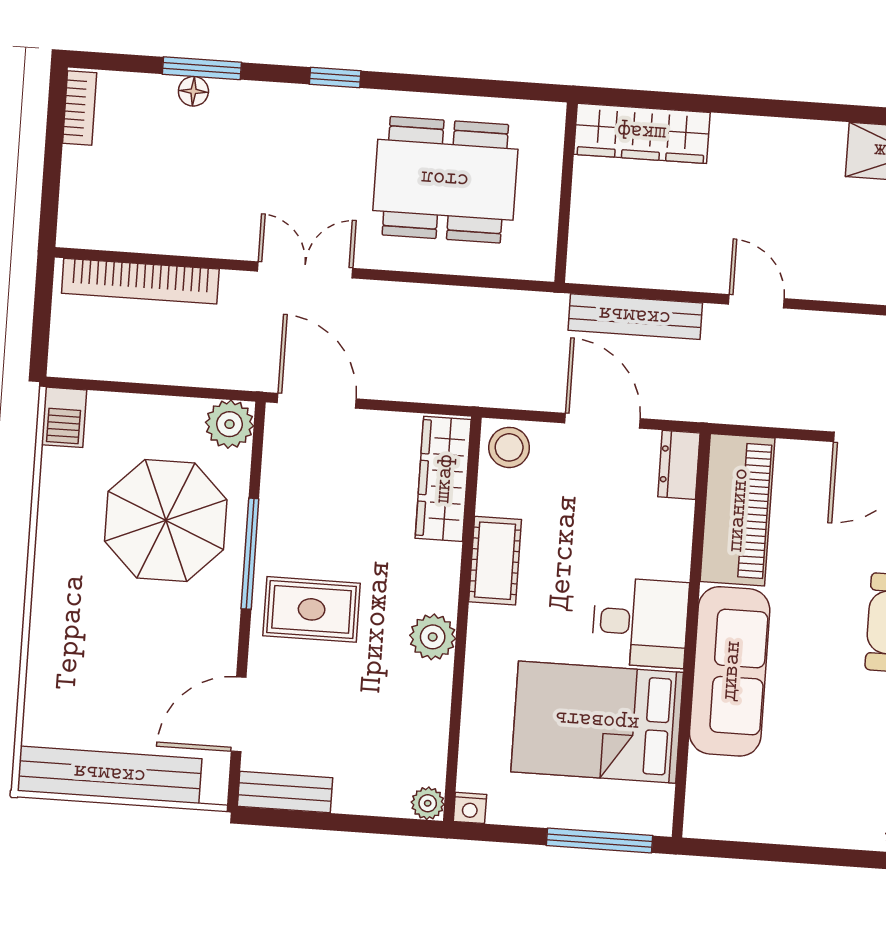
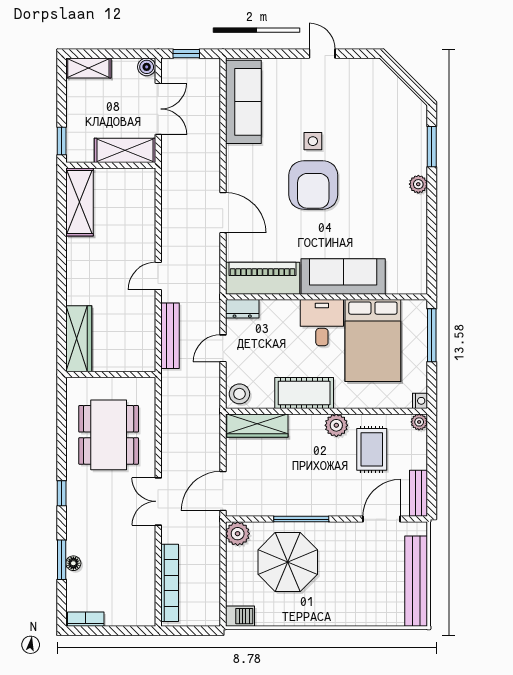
door: (602, 421) -> (223, 348), width x0.73
cot: (495, 561) -> (304, 393), width x1.37, depth x1.34
rug: (312, 609) -> (372, 449), moved
door: (239, 714) -> (382, 519), swing flipped

